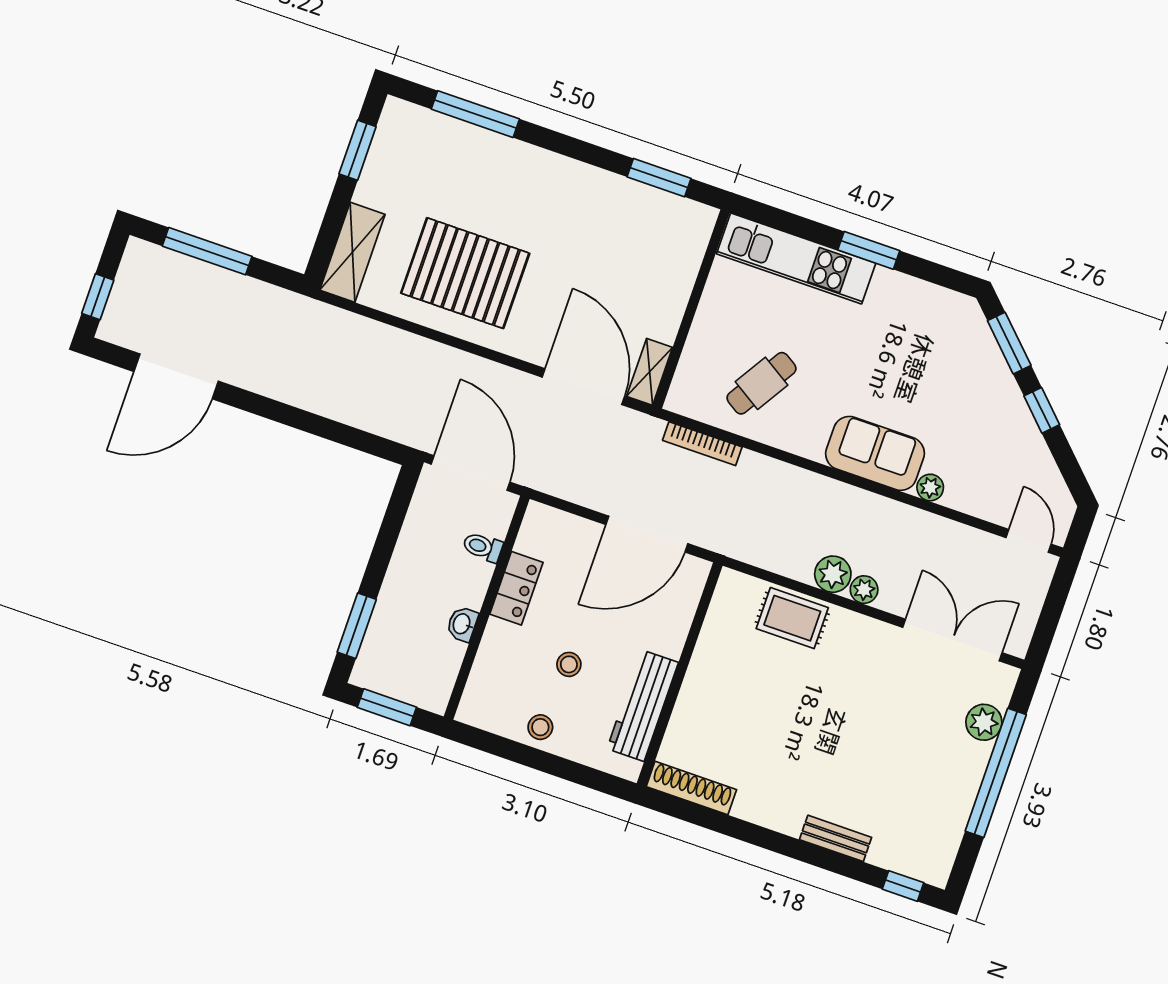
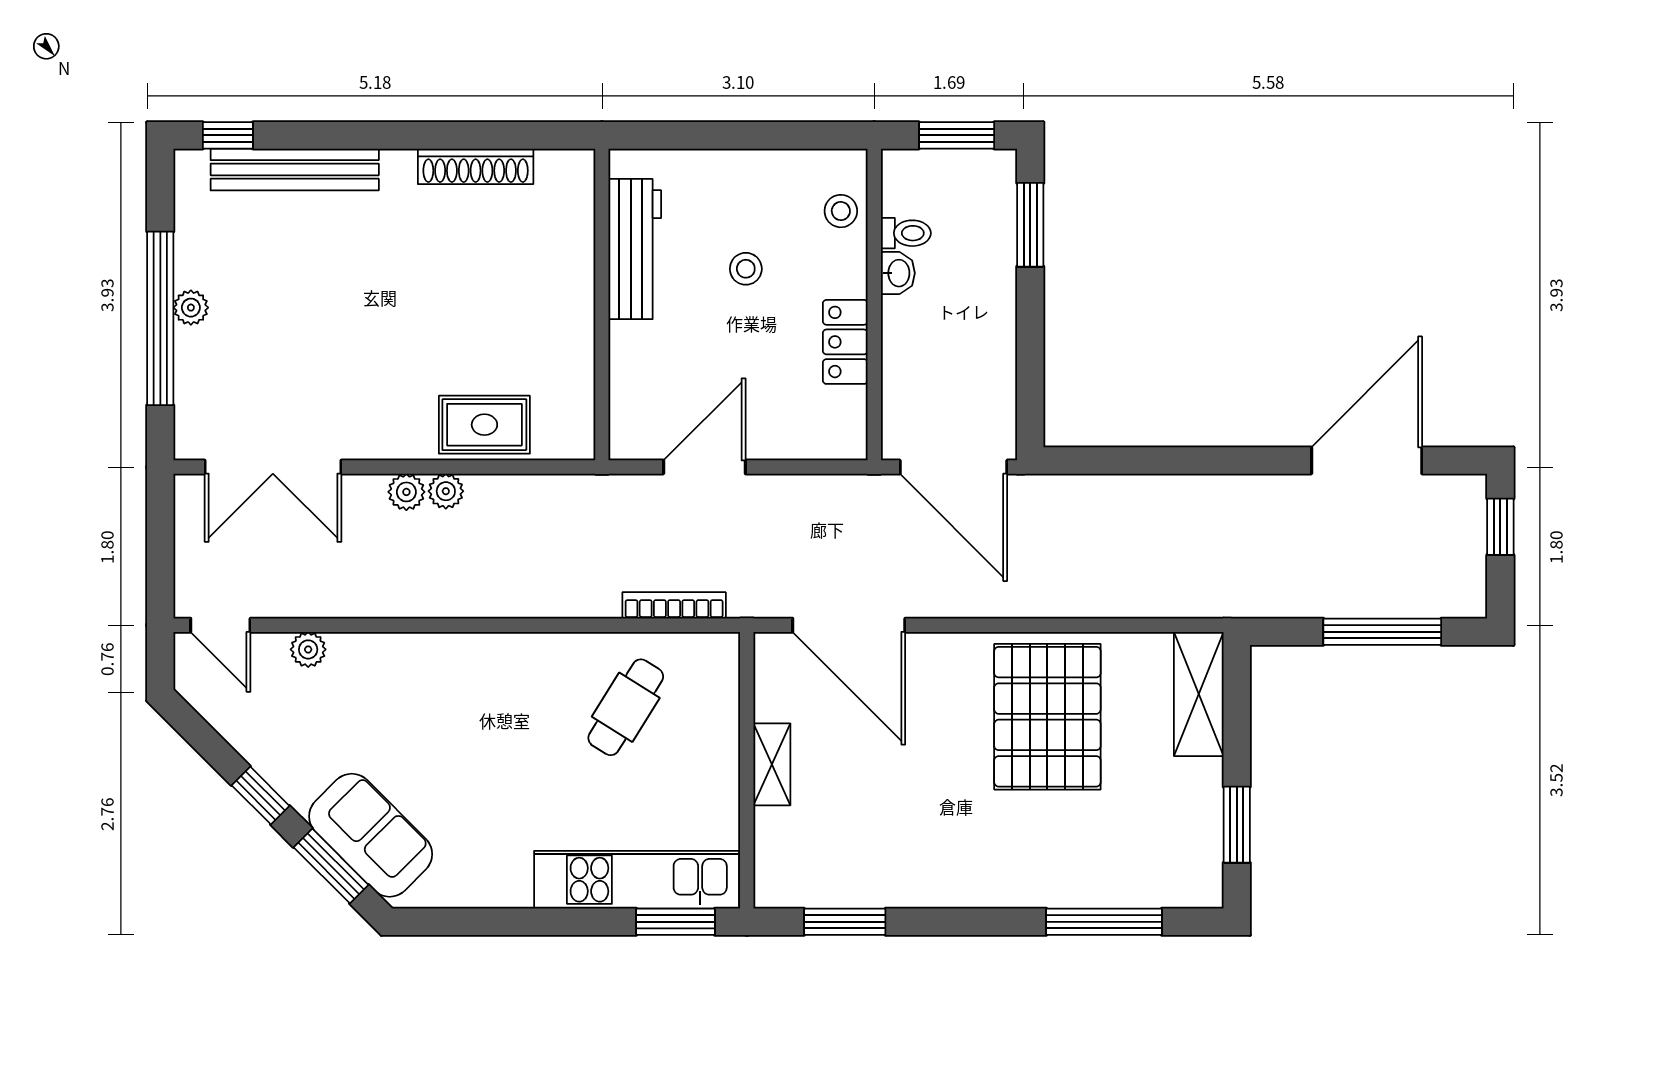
window: (869, 250) -> (675, 922), moved
pallet: (465, 273) -> (1047, 717), turned 90
shelving: (650, 372) -> (772, 764), moved
sofa: (875, 453) -> (371, 835), moved, turned -135
plant: (930, 488) -> (308, 649), moved
door: (647, 534) -> (704, 467), width x0.73
toilet: (483, 547) -> (906, 233), moved
plant: (833, 574) -> (446, 491), width x0.73, depth x0.73
plant: (984, 722) -> (191, 308), moved, width x0.73, depth x0.73
stool: (540, 727) -> (841, 211), moved
shoe rack: (691, 788) -> (476, 166), moved
bench: (836, 838) -> (295, 169), width x1.86, depth x1.21

